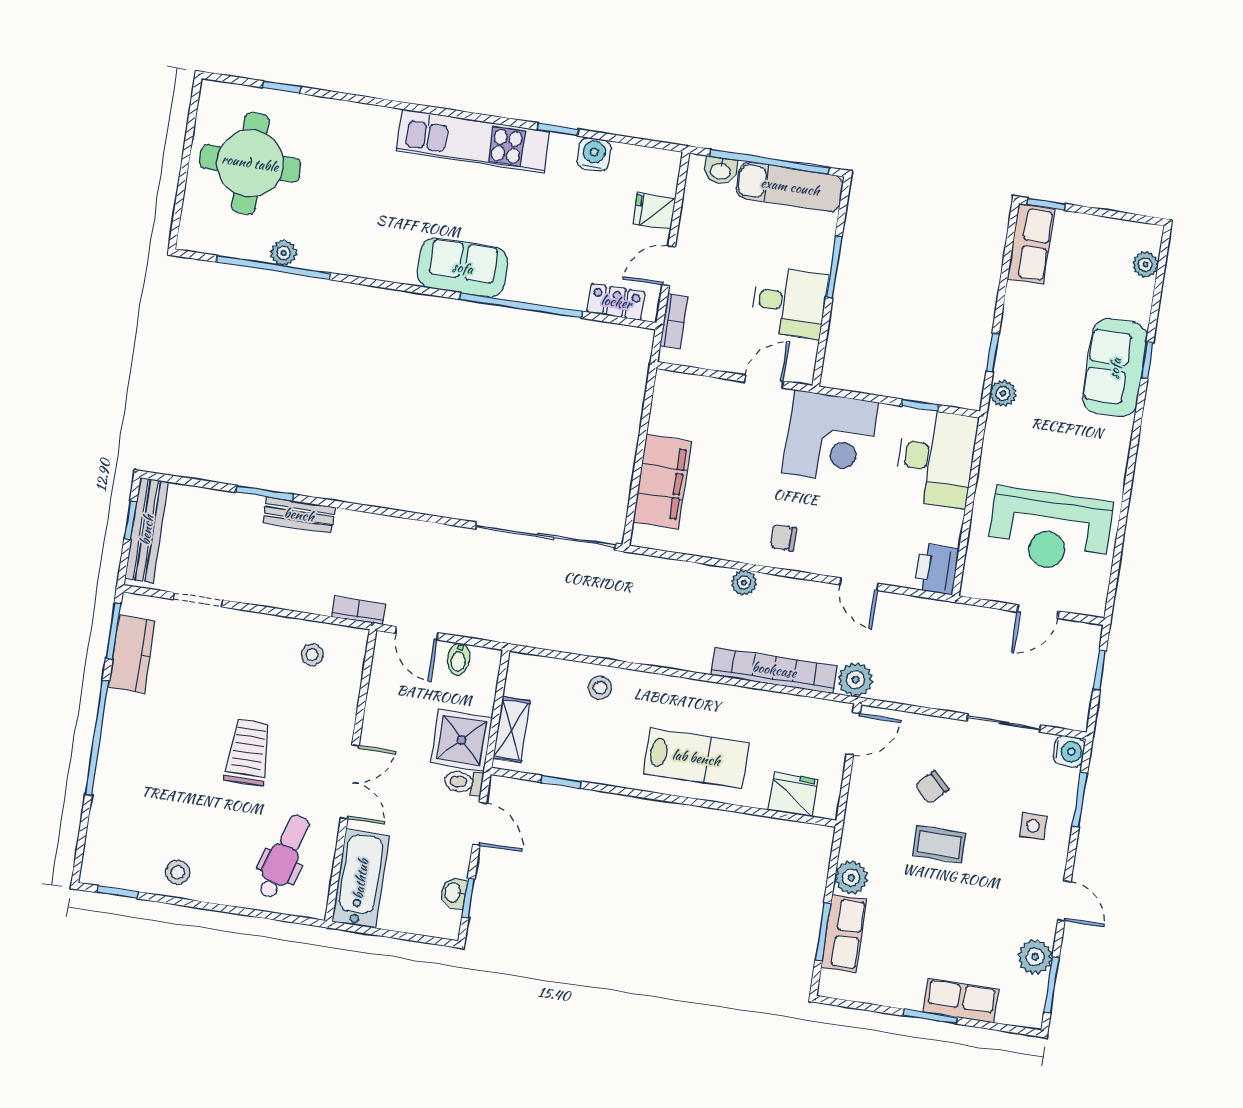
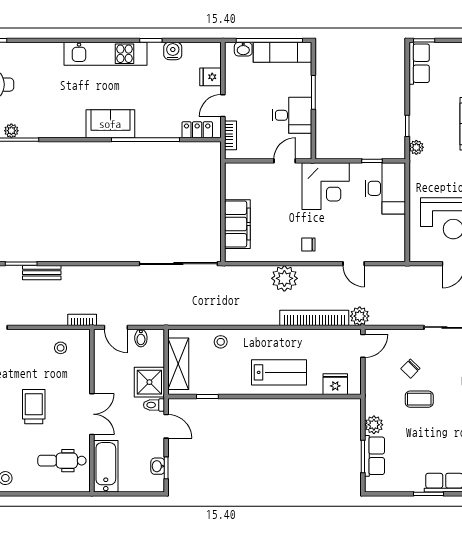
printer: (937, 569) -> (395, 249), removed
plant: (744, 582) -> (284, 278), width x1.88, depth x1.88
shelving: (511, 730) -> (178, 364), width x1.50, depth x1.33
dental chair: (284, 857) -> (62, 461), turned -106

